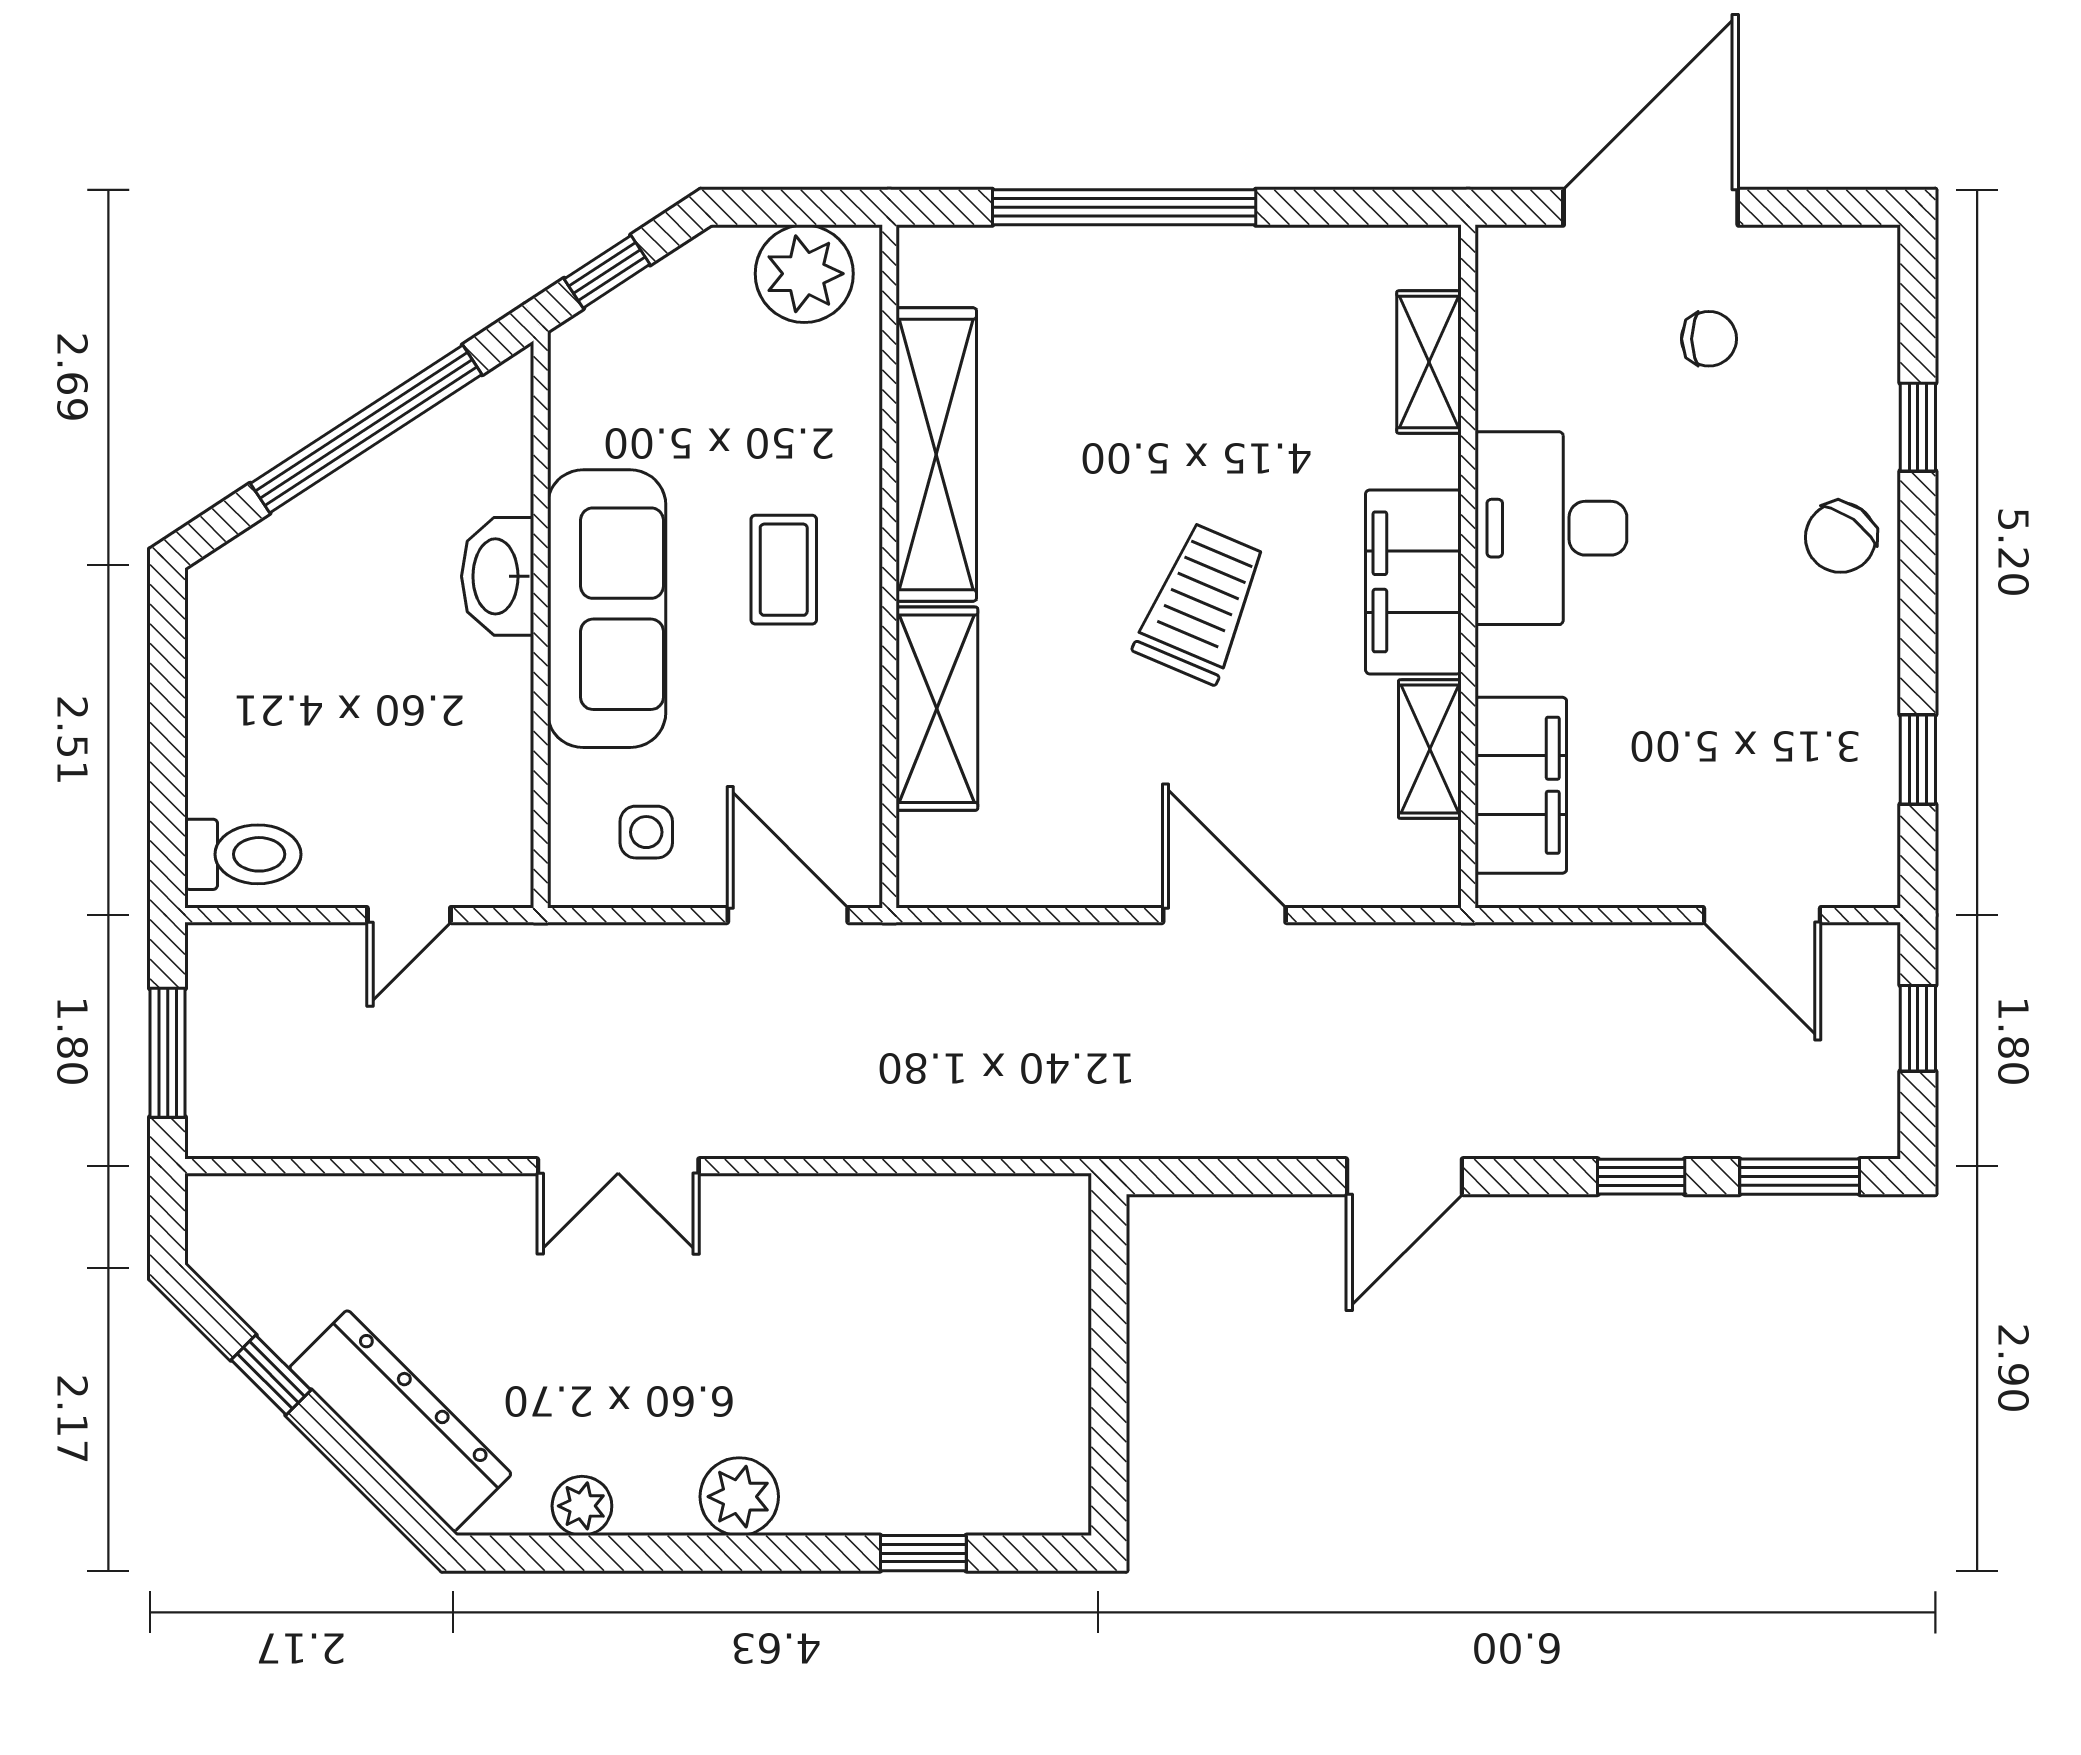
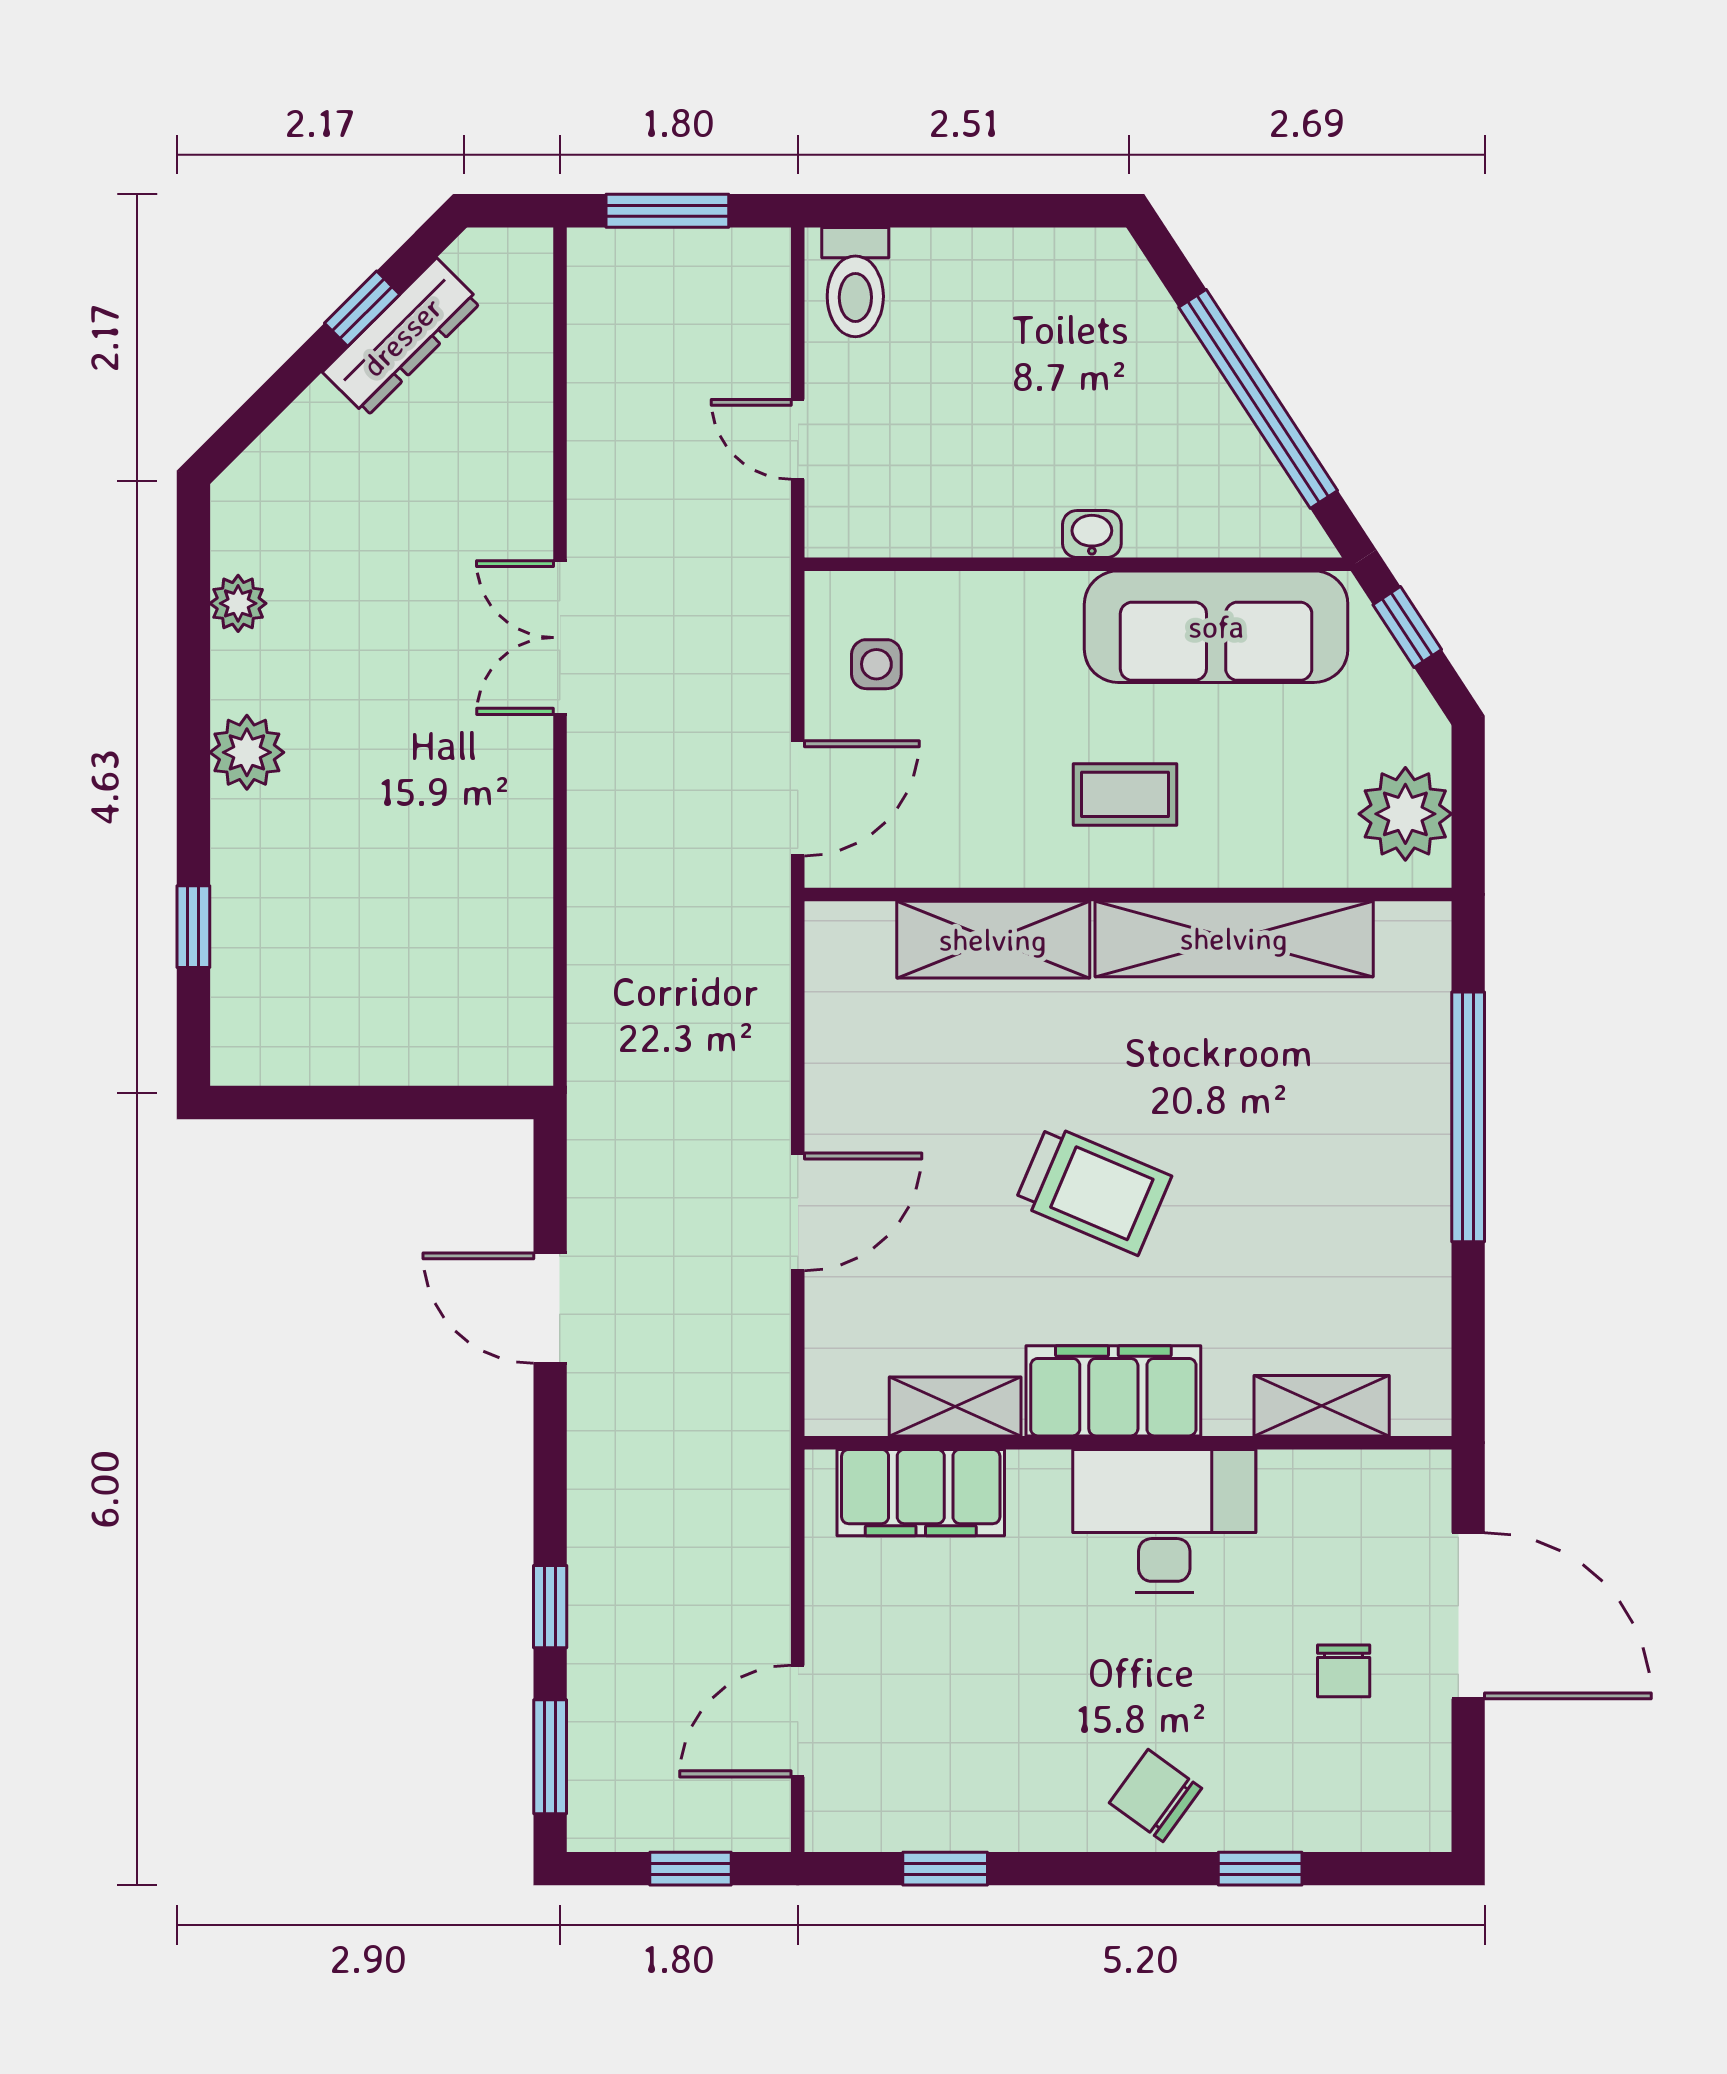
washbasin: (498, 576) -> (1092, 534), width x0.52, depth x0.69
sofa: (607, 609) -> (1216, 627), moved
door: (1404, 1177) -> (550, 1308), moved
dresser: (400, 1421) -> (402, 337), moved, width x0.73, depth x0.80

